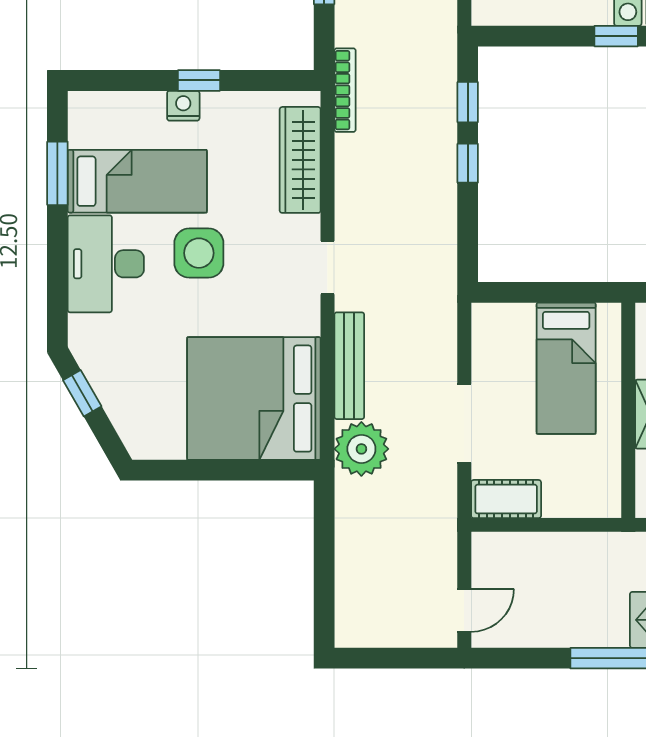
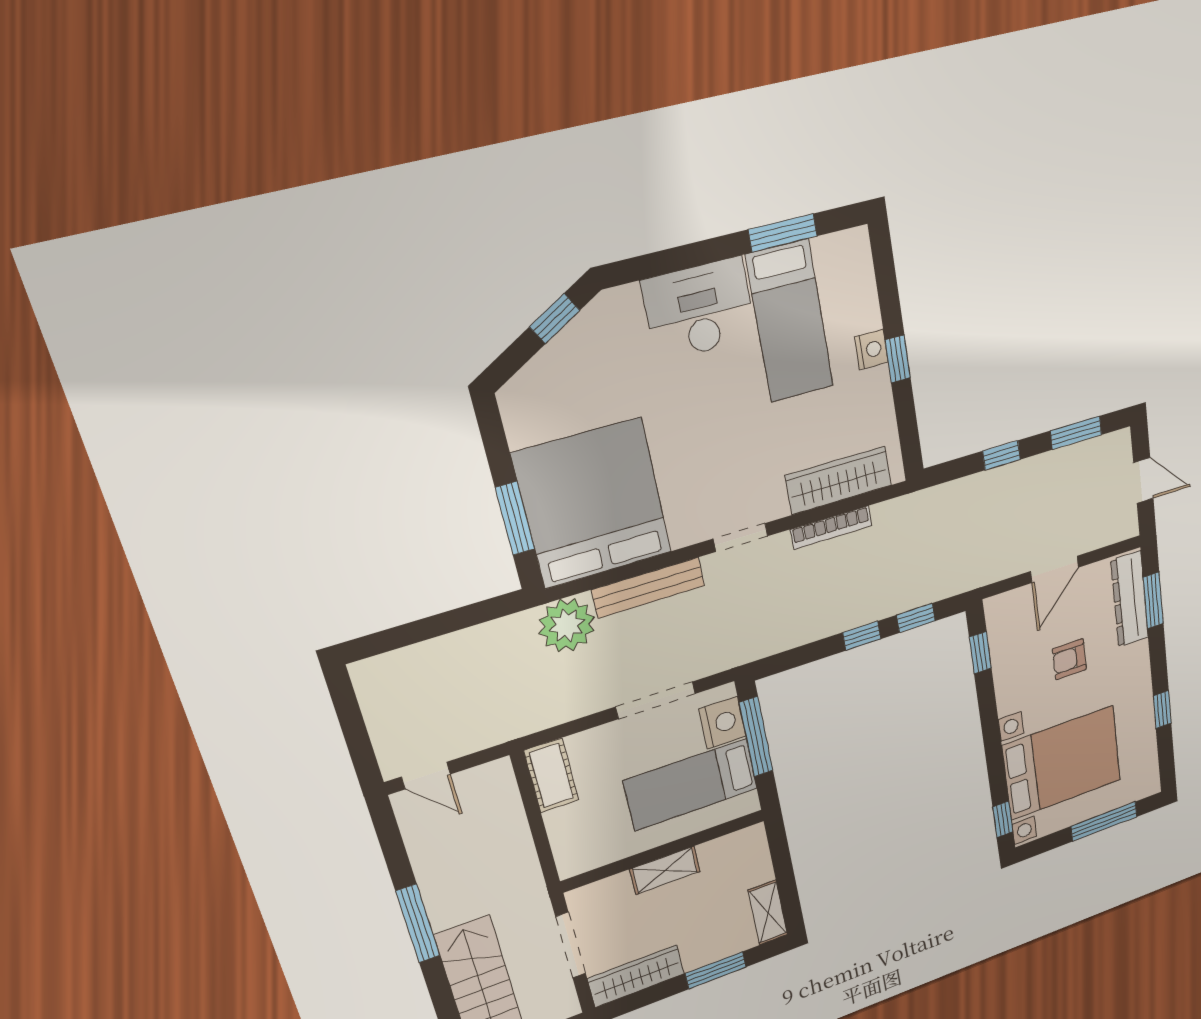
window: (616, 36) -> (980, 653), moved
bookcase: (345, 90) -> (831, 527), moved
side table: (199, 253) -> (730, 405), removed
window: (538, 292) -> (756, 737), added
nightstand: (511, 323) -> (722, 723), added
doorway: (464, 423) -> (656, 700), moved
window: (247, 470) -> (515, 518), added

